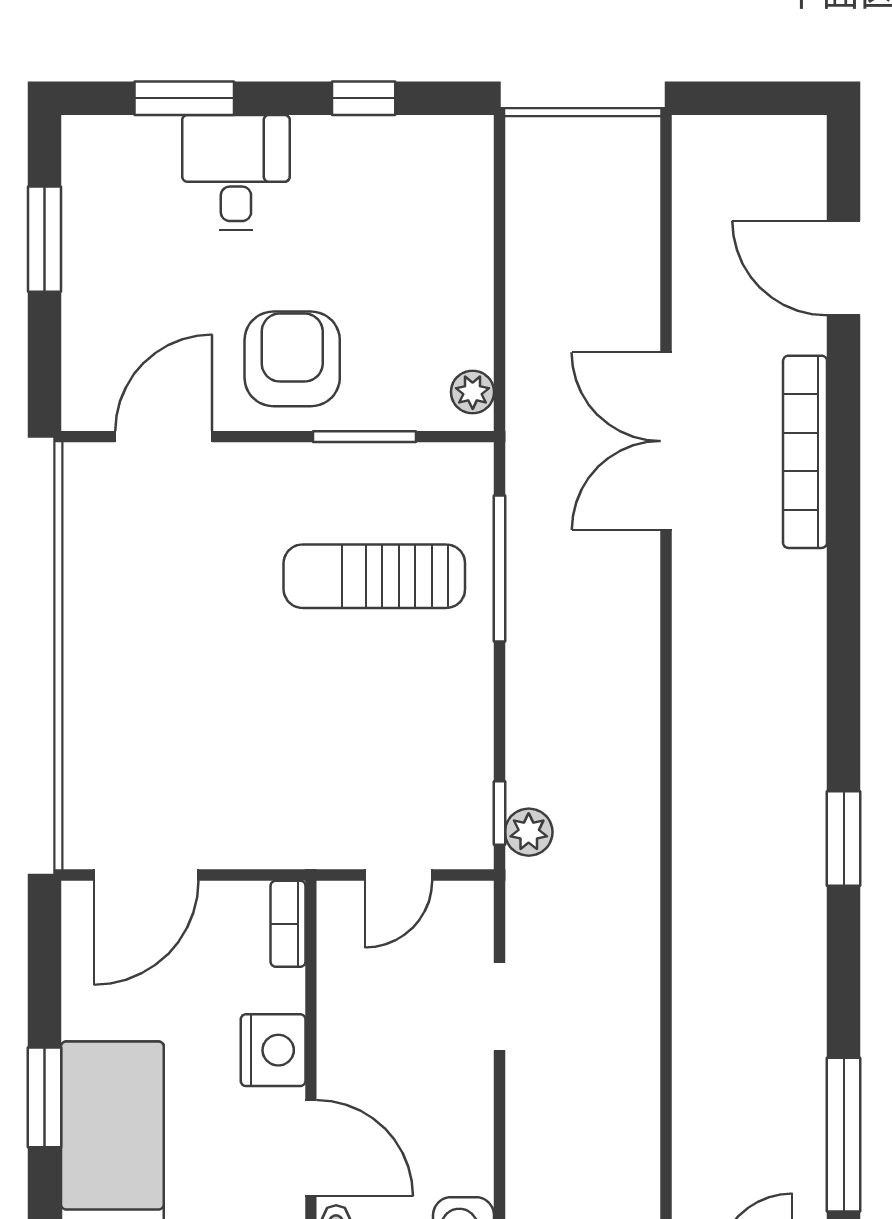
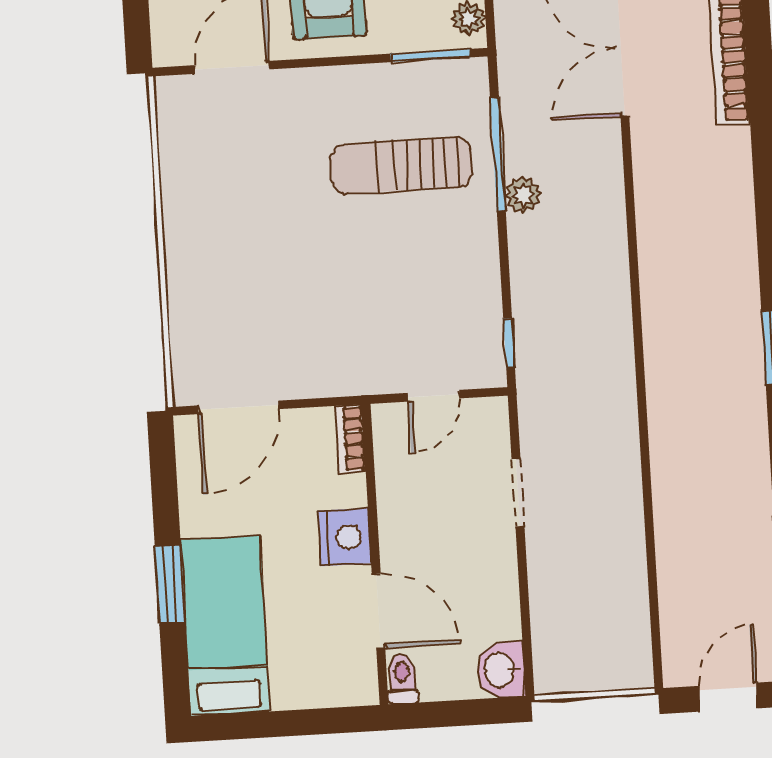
window: (365, 437) -> (431, 55), moved
plant: (529, 832) -> (523, 195), moved

